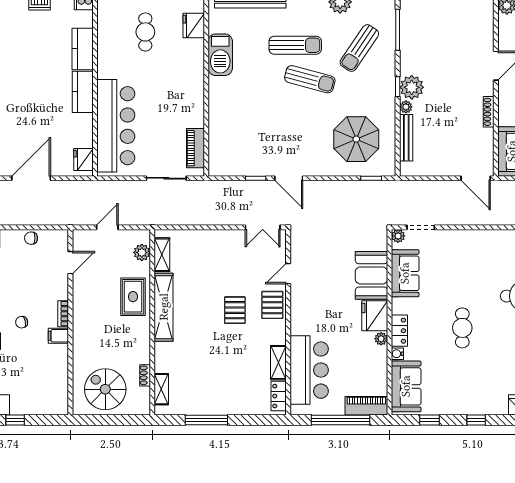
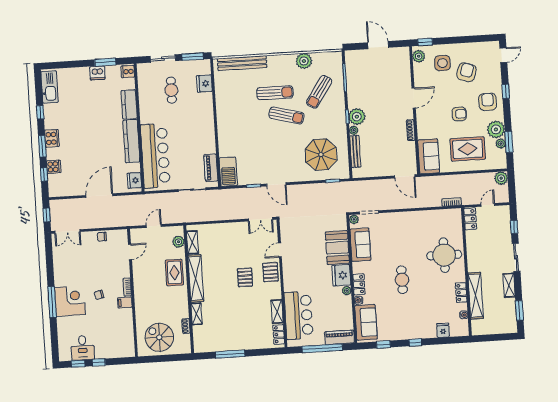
barbecue: (220, 55) -> (228, 172), moved
kitchen counter: (83, 92) -> (131, 141), width x1.50
shelving: (161, 389) -> (197, 314), moved

